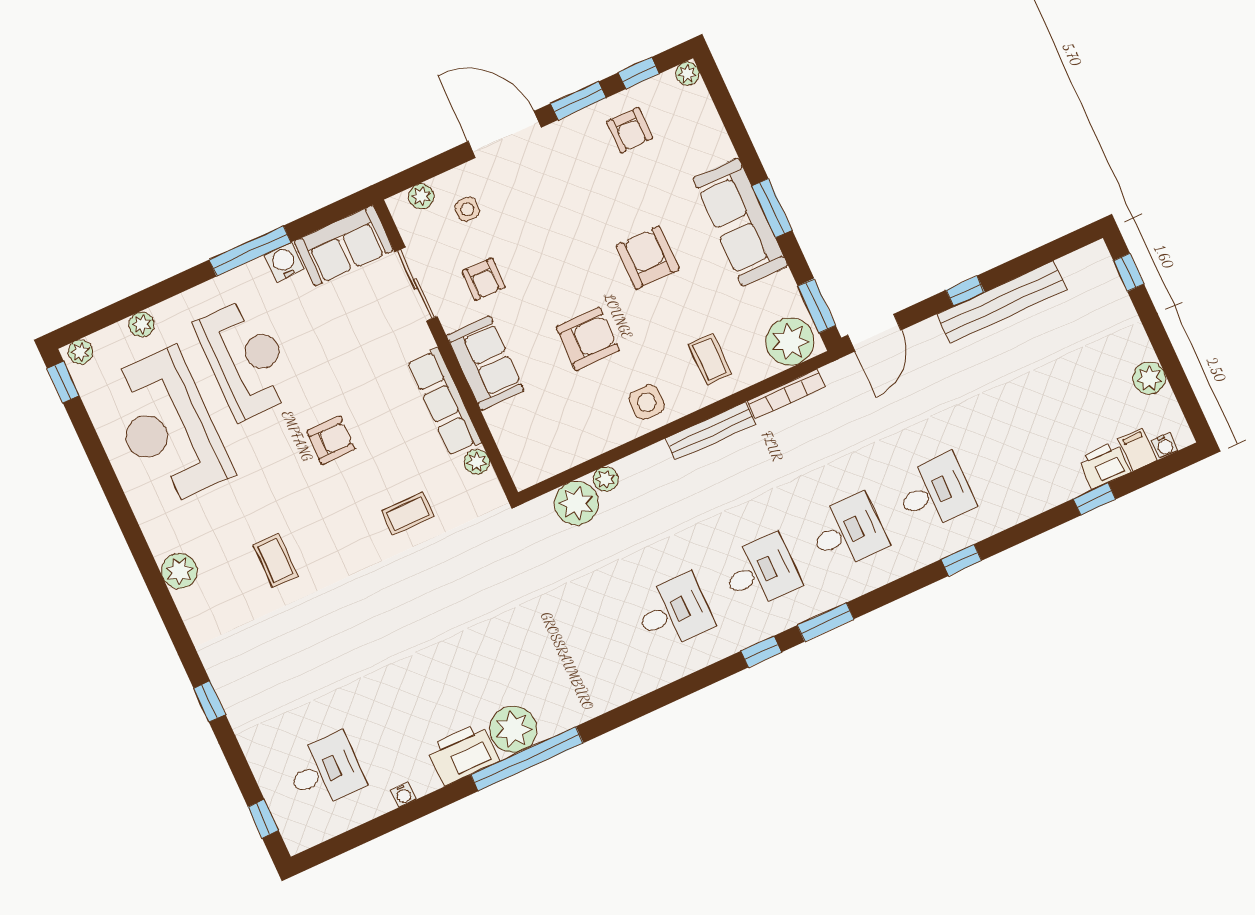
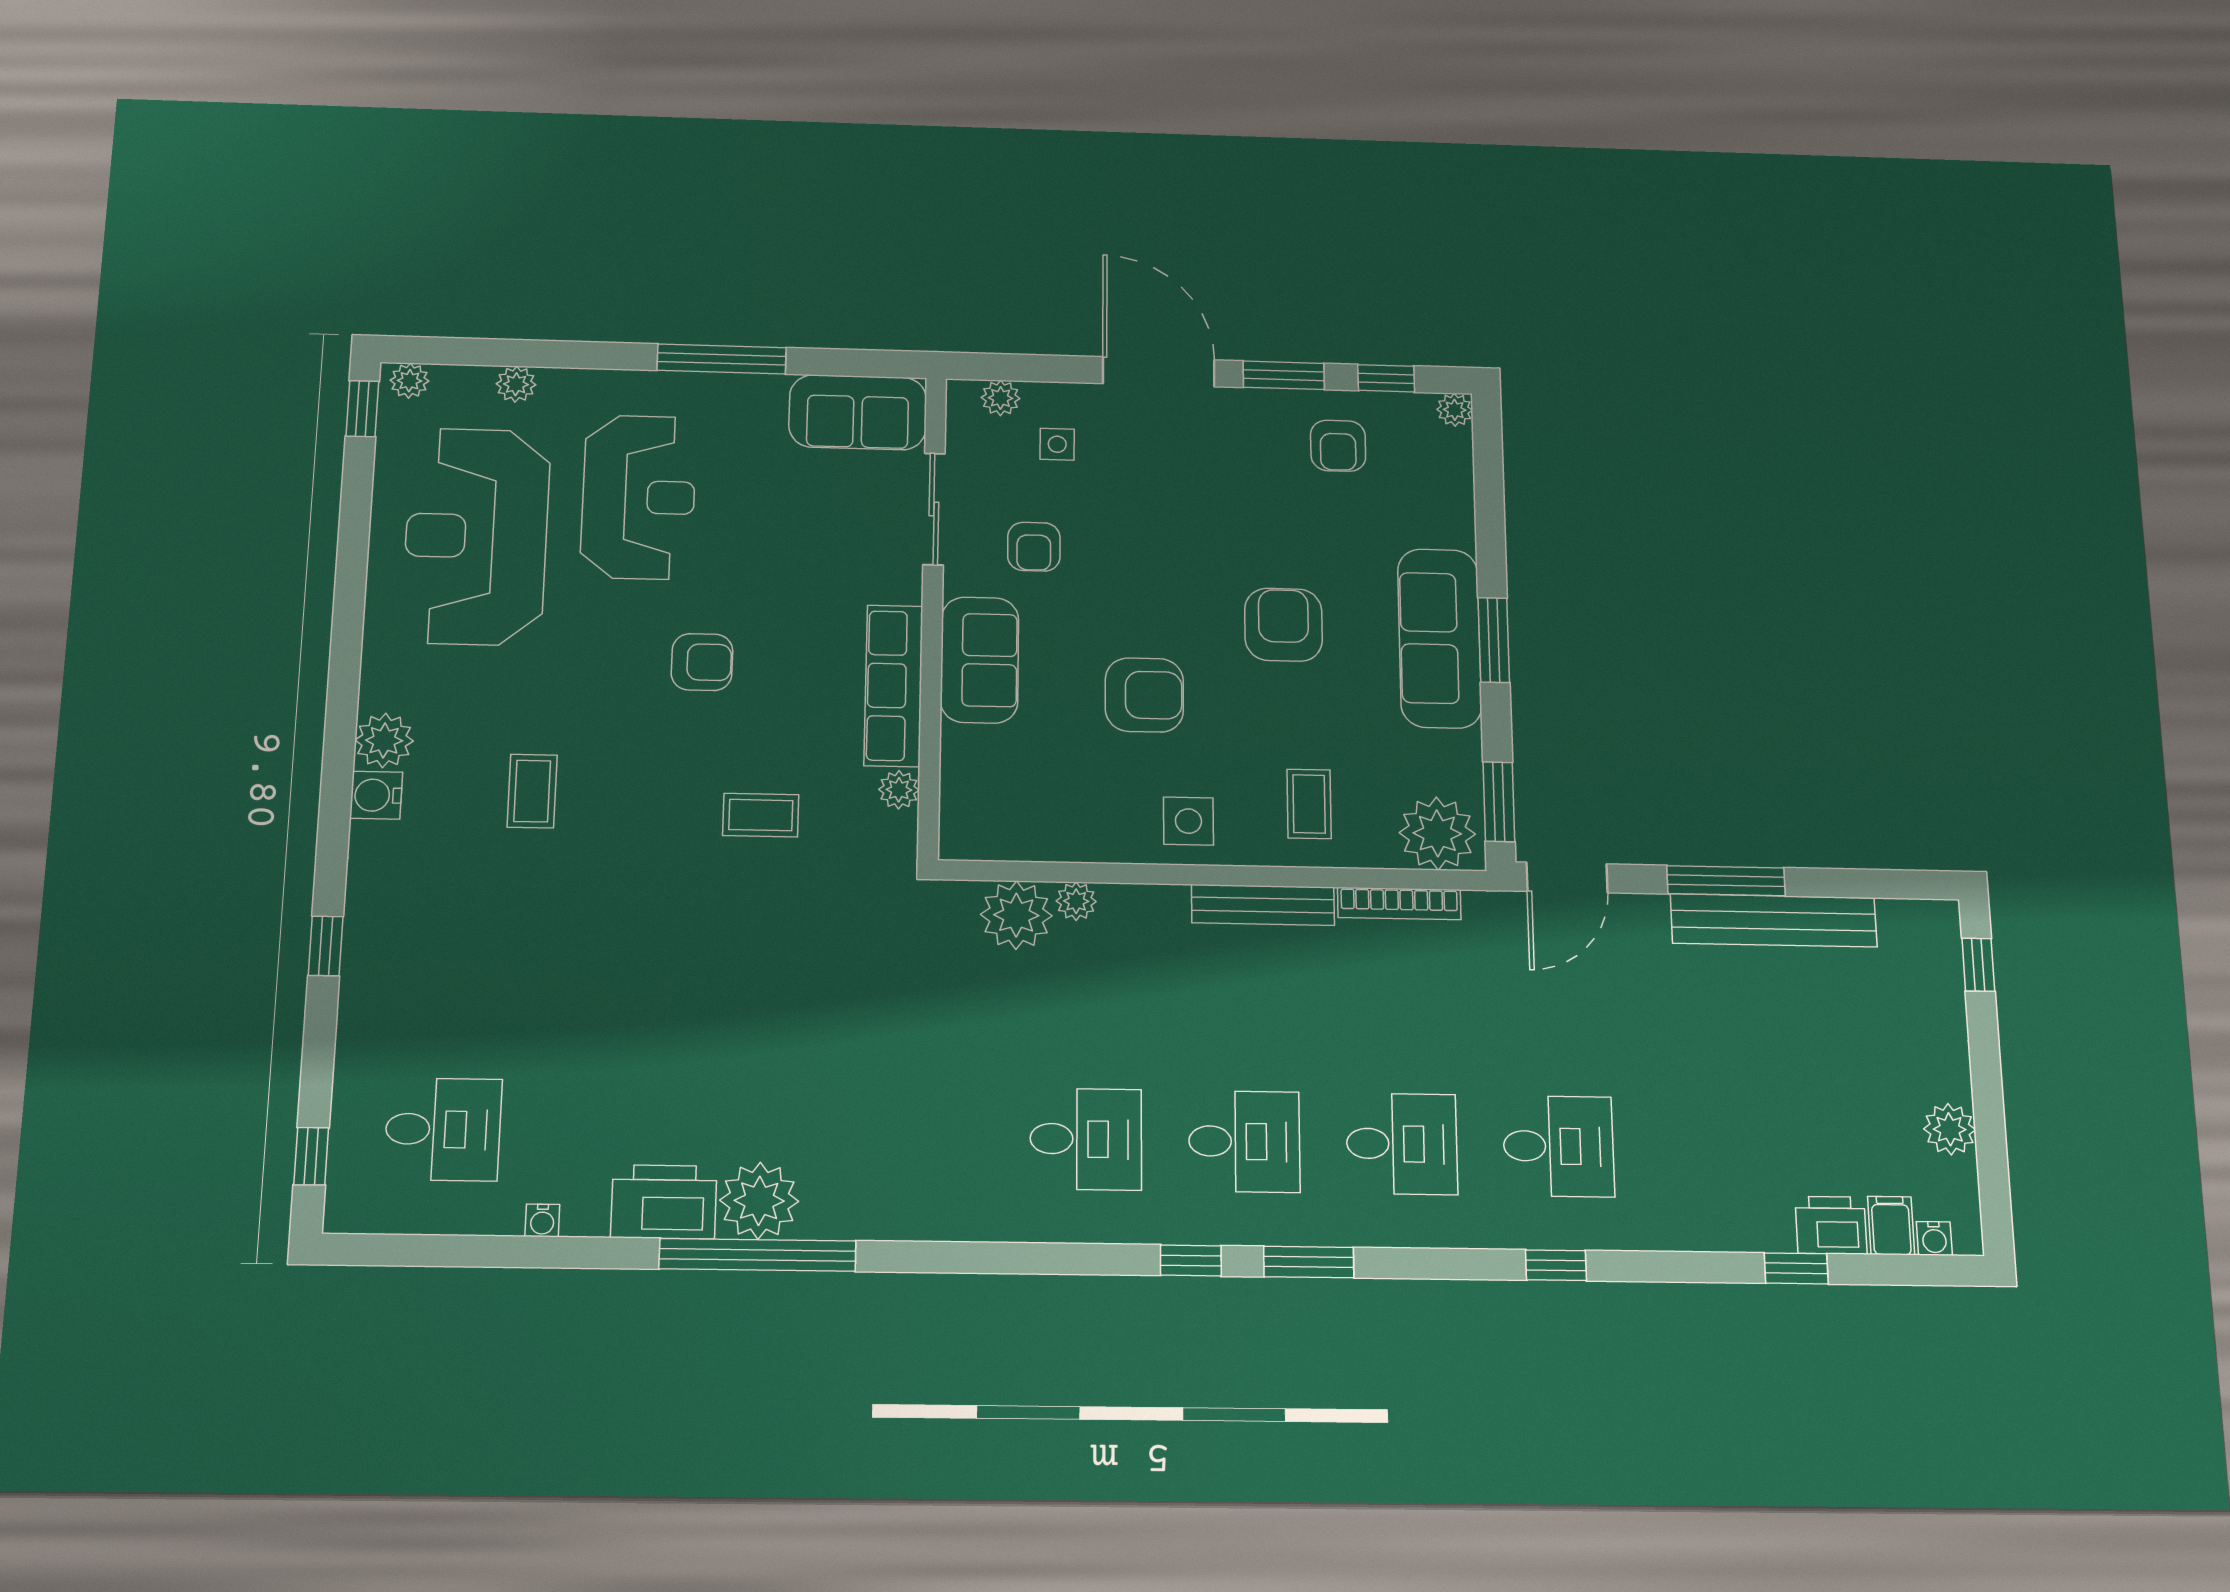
water cooler: (284, 262) -> (376, 795), moved, turned -90
window: (965, 291) -> (1726, 881), width x2.17

